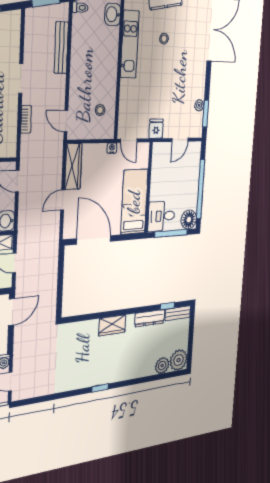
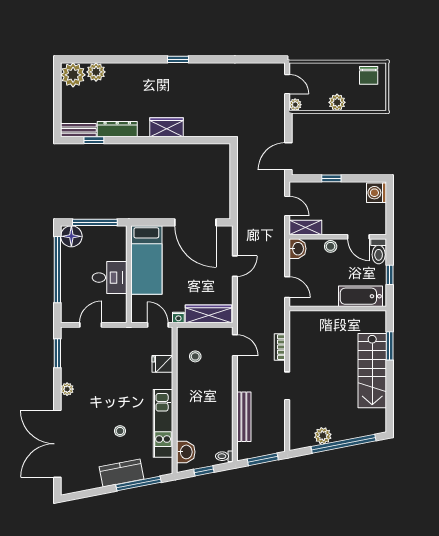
plant: (199, 105) -> (67, 389), moved
fridge: (156, 129) -> (162, 364), moved, turned 90
wardrobe: (73, 166) -> (209, 314), moved, turned 90
desk: (161, 216) -> (110, 278), moved

